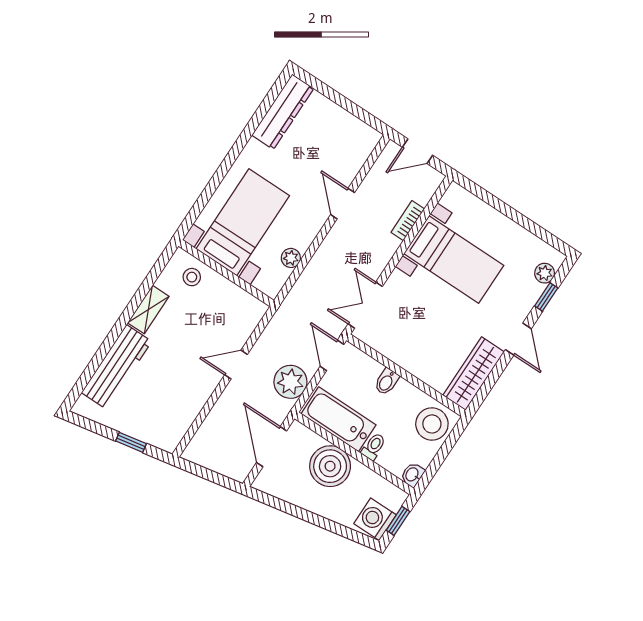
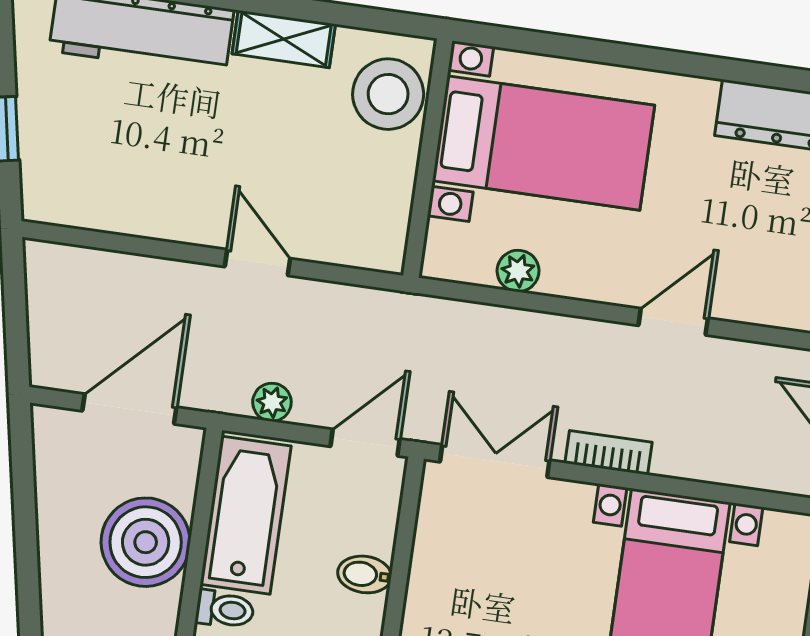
bookcase: (408, 221) -> (608, 453), moved
stool: (192, 277) -> (388, 94), width x1.89, depth x1.89
plant: (290, 382) -> (272, 402), width x0.53, depth x0.53

